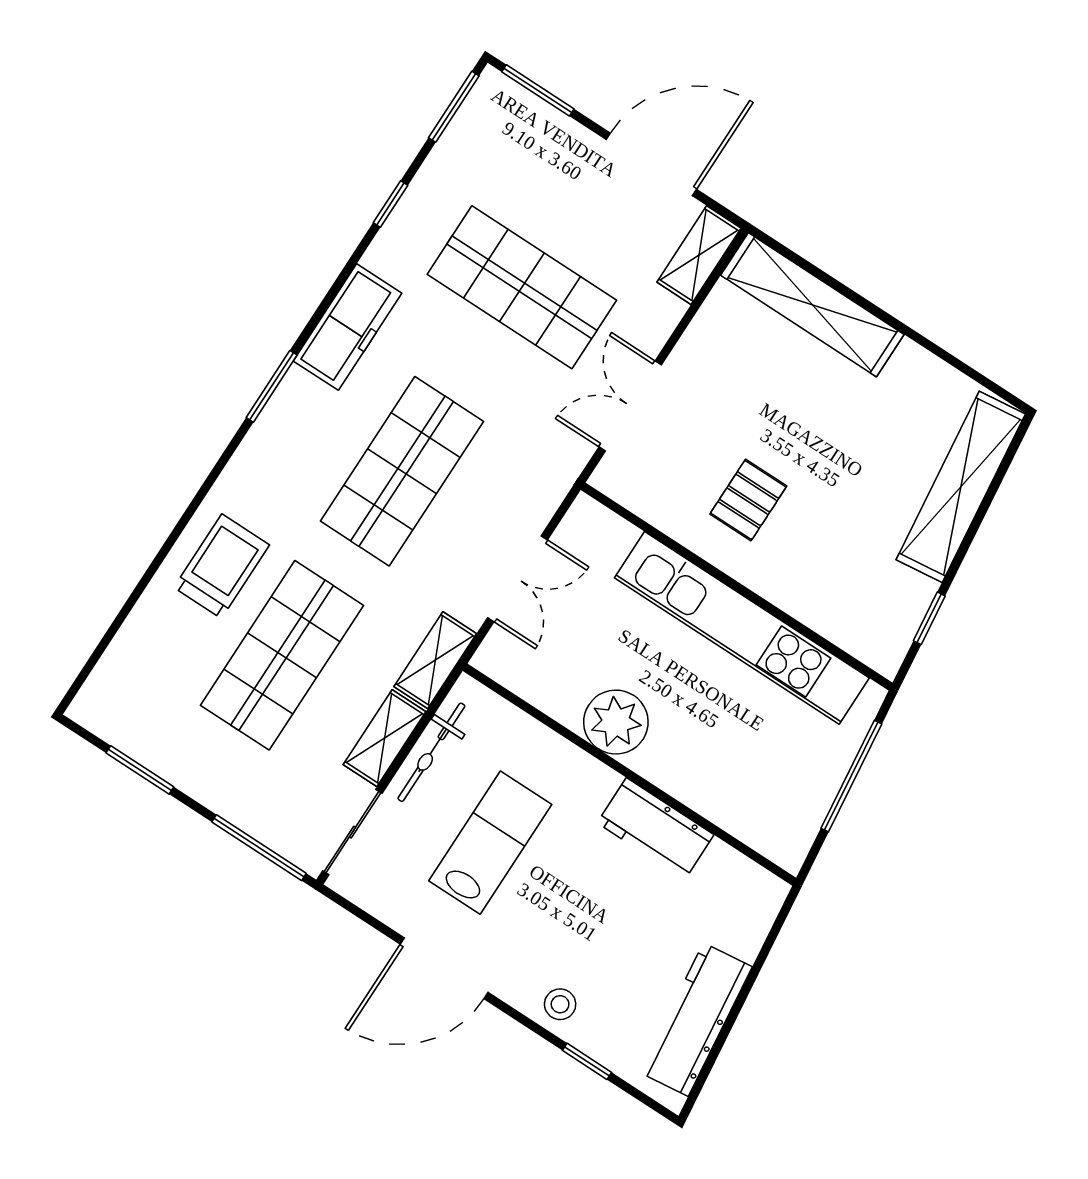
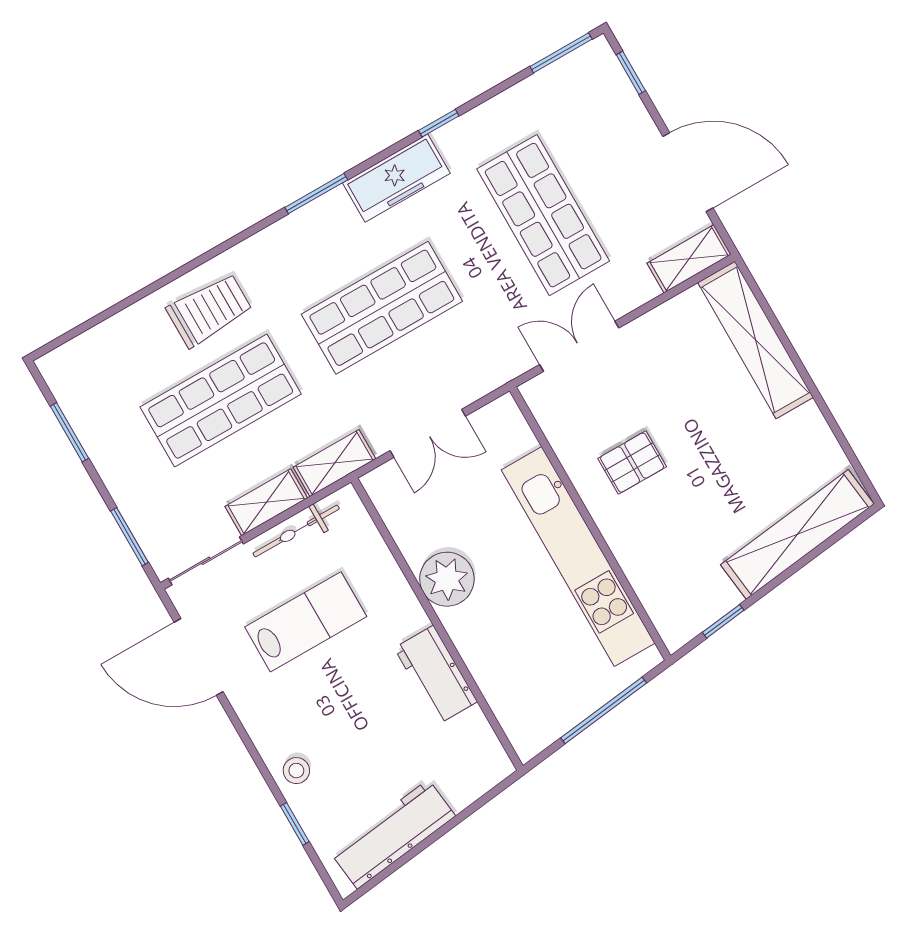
window: (538, 90) -> (631, 73), width x0.67
window: (390, 204) -> (439, 123), moved
window: (259, 848) -> (130, 537), width x0.69
door: (444, 968) -> (199, 657), moved

